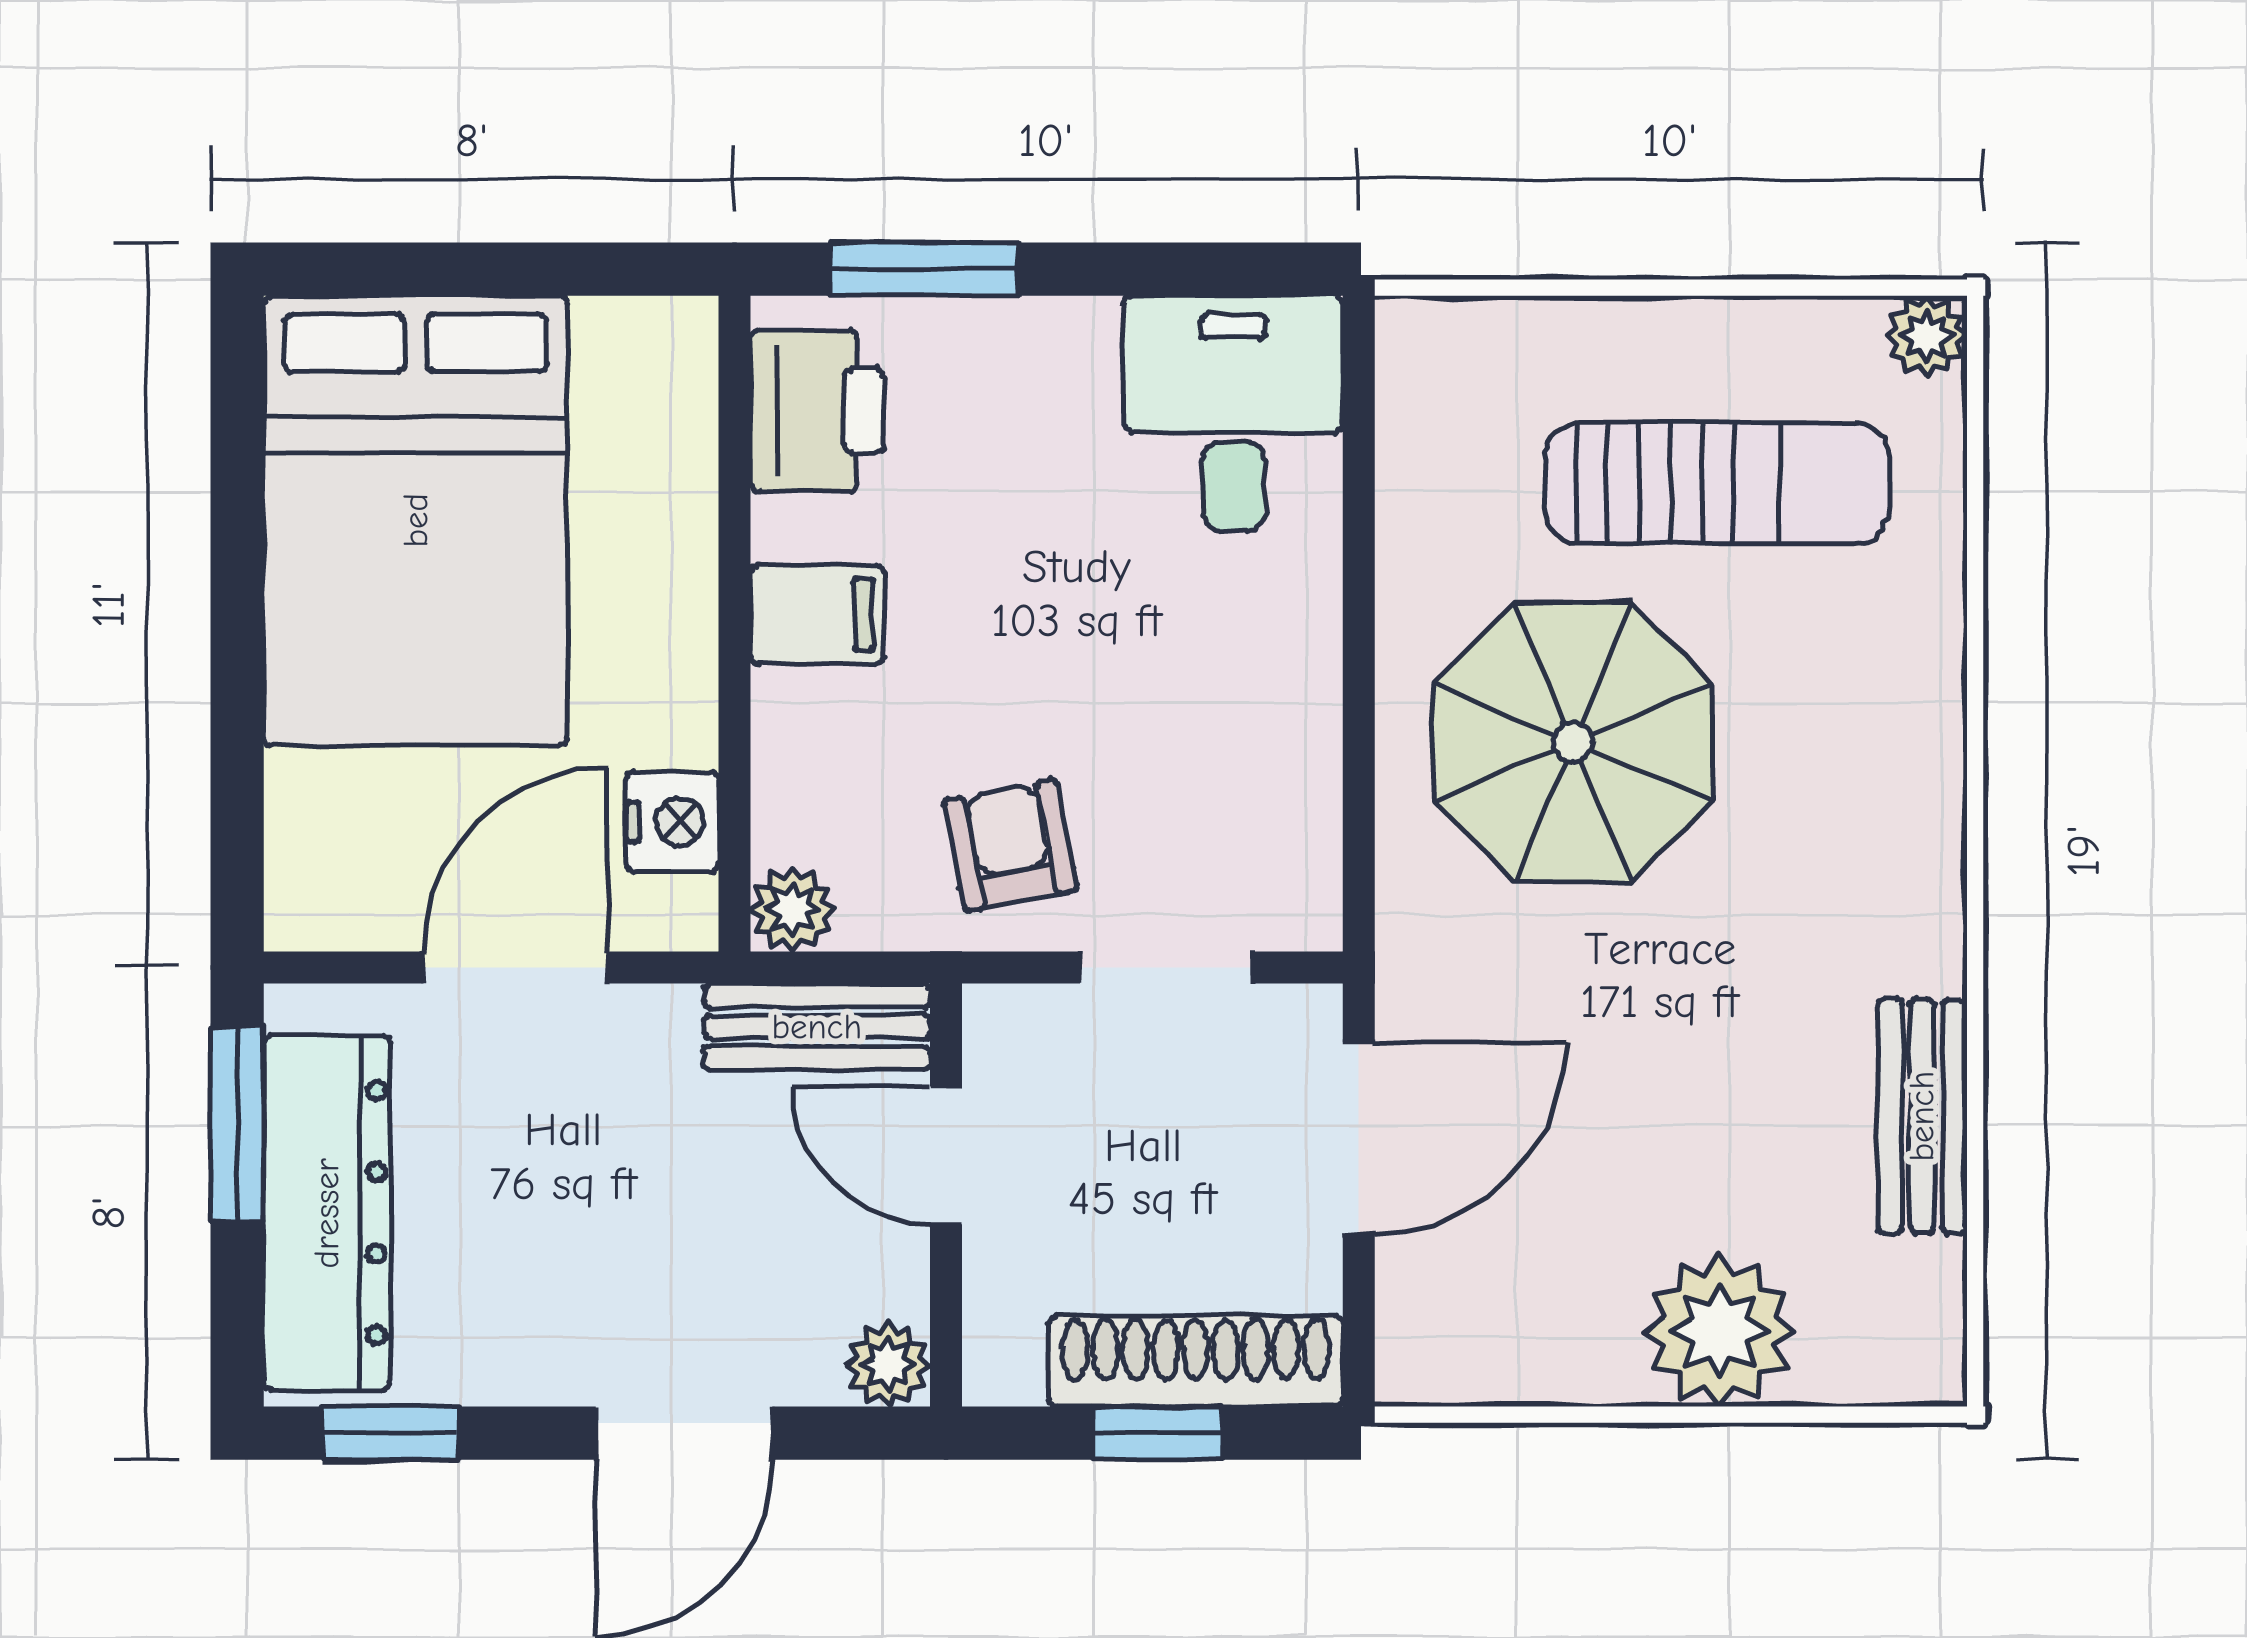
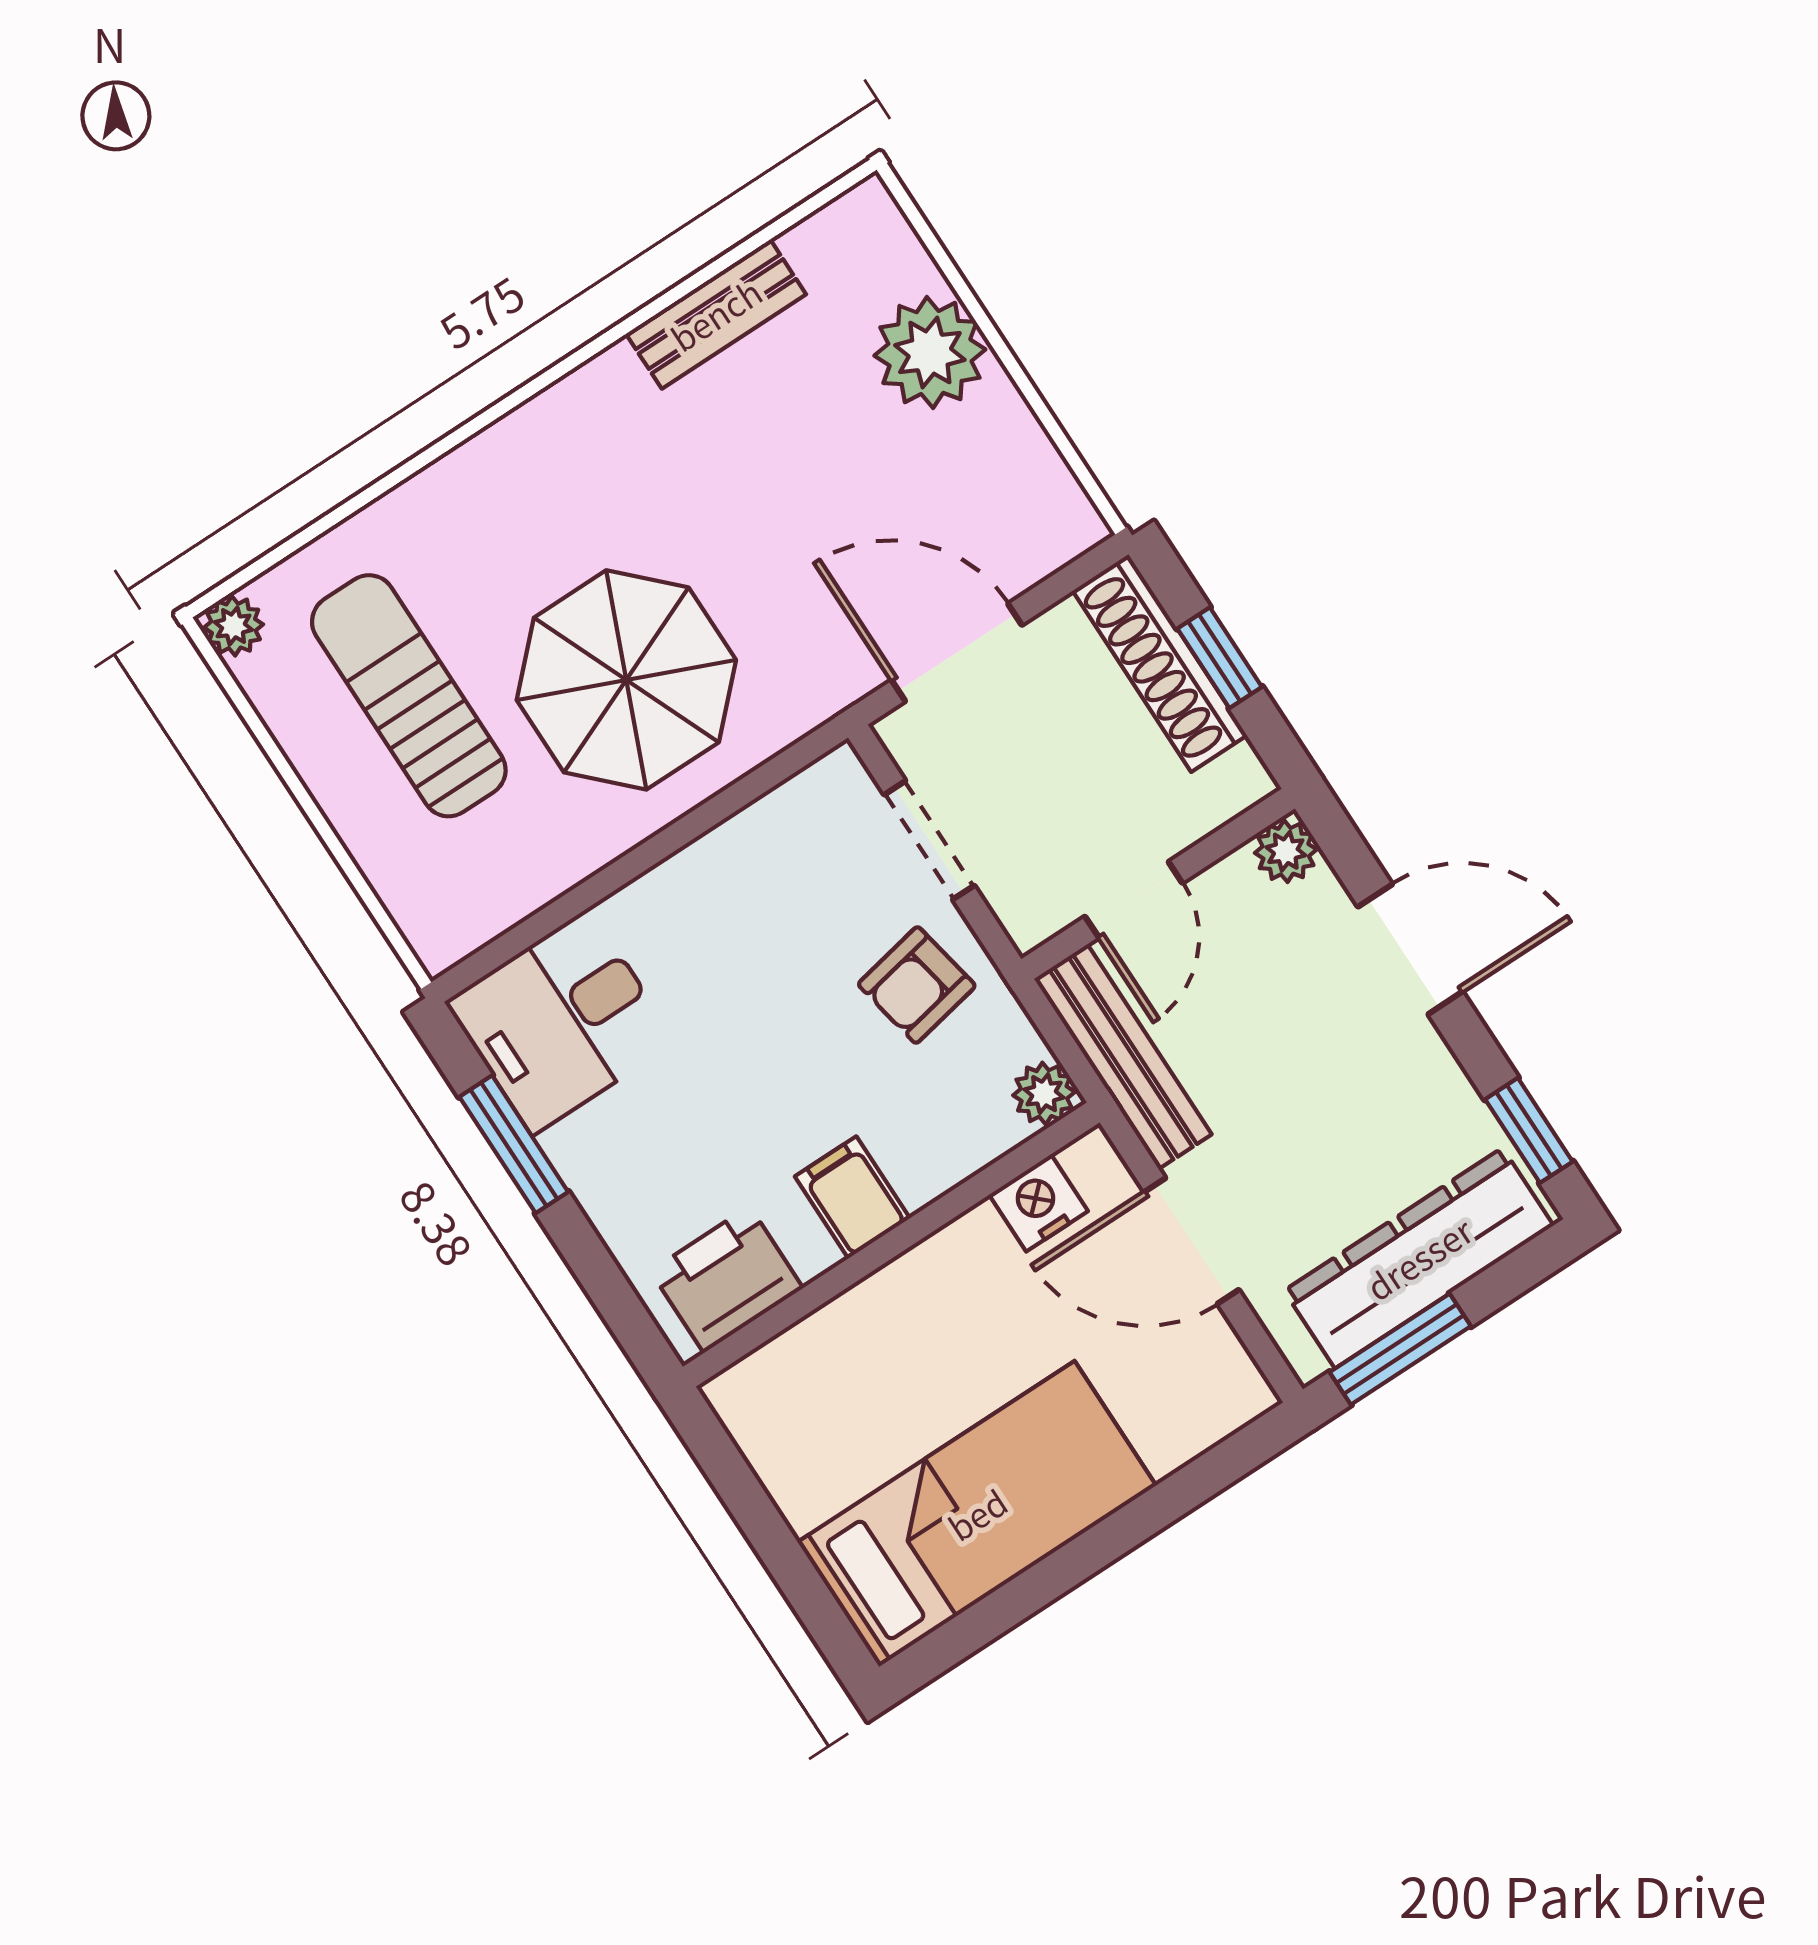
window: (924, 269) -> (514, 1144), moved
bed: (416, 520) -> (977, 1514), width x0.67
bench: (817, 1027) -> (1123, 1057), width x1.36

